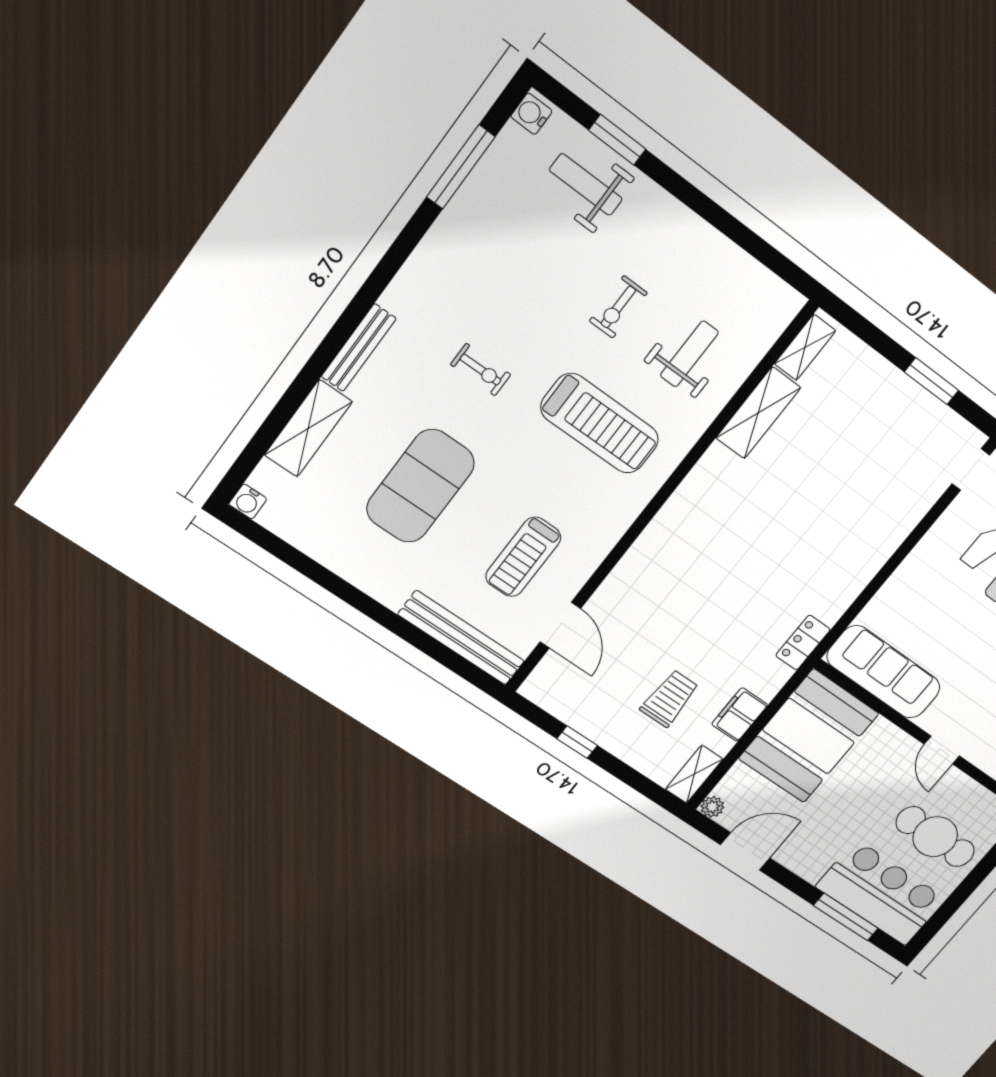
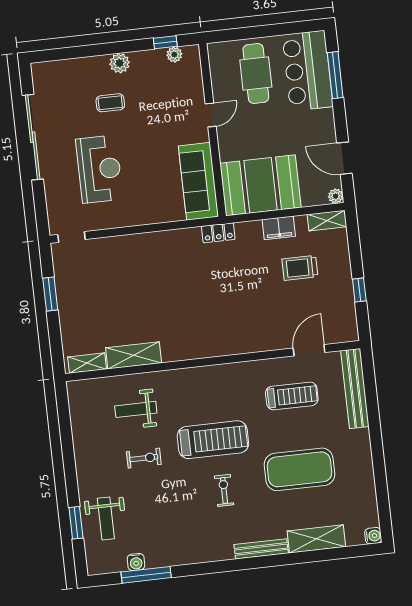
water cooler: (531, 114) -> (136, 562), moved
treadmill: (600, 423) -> (213, 440), moved, turned 90

